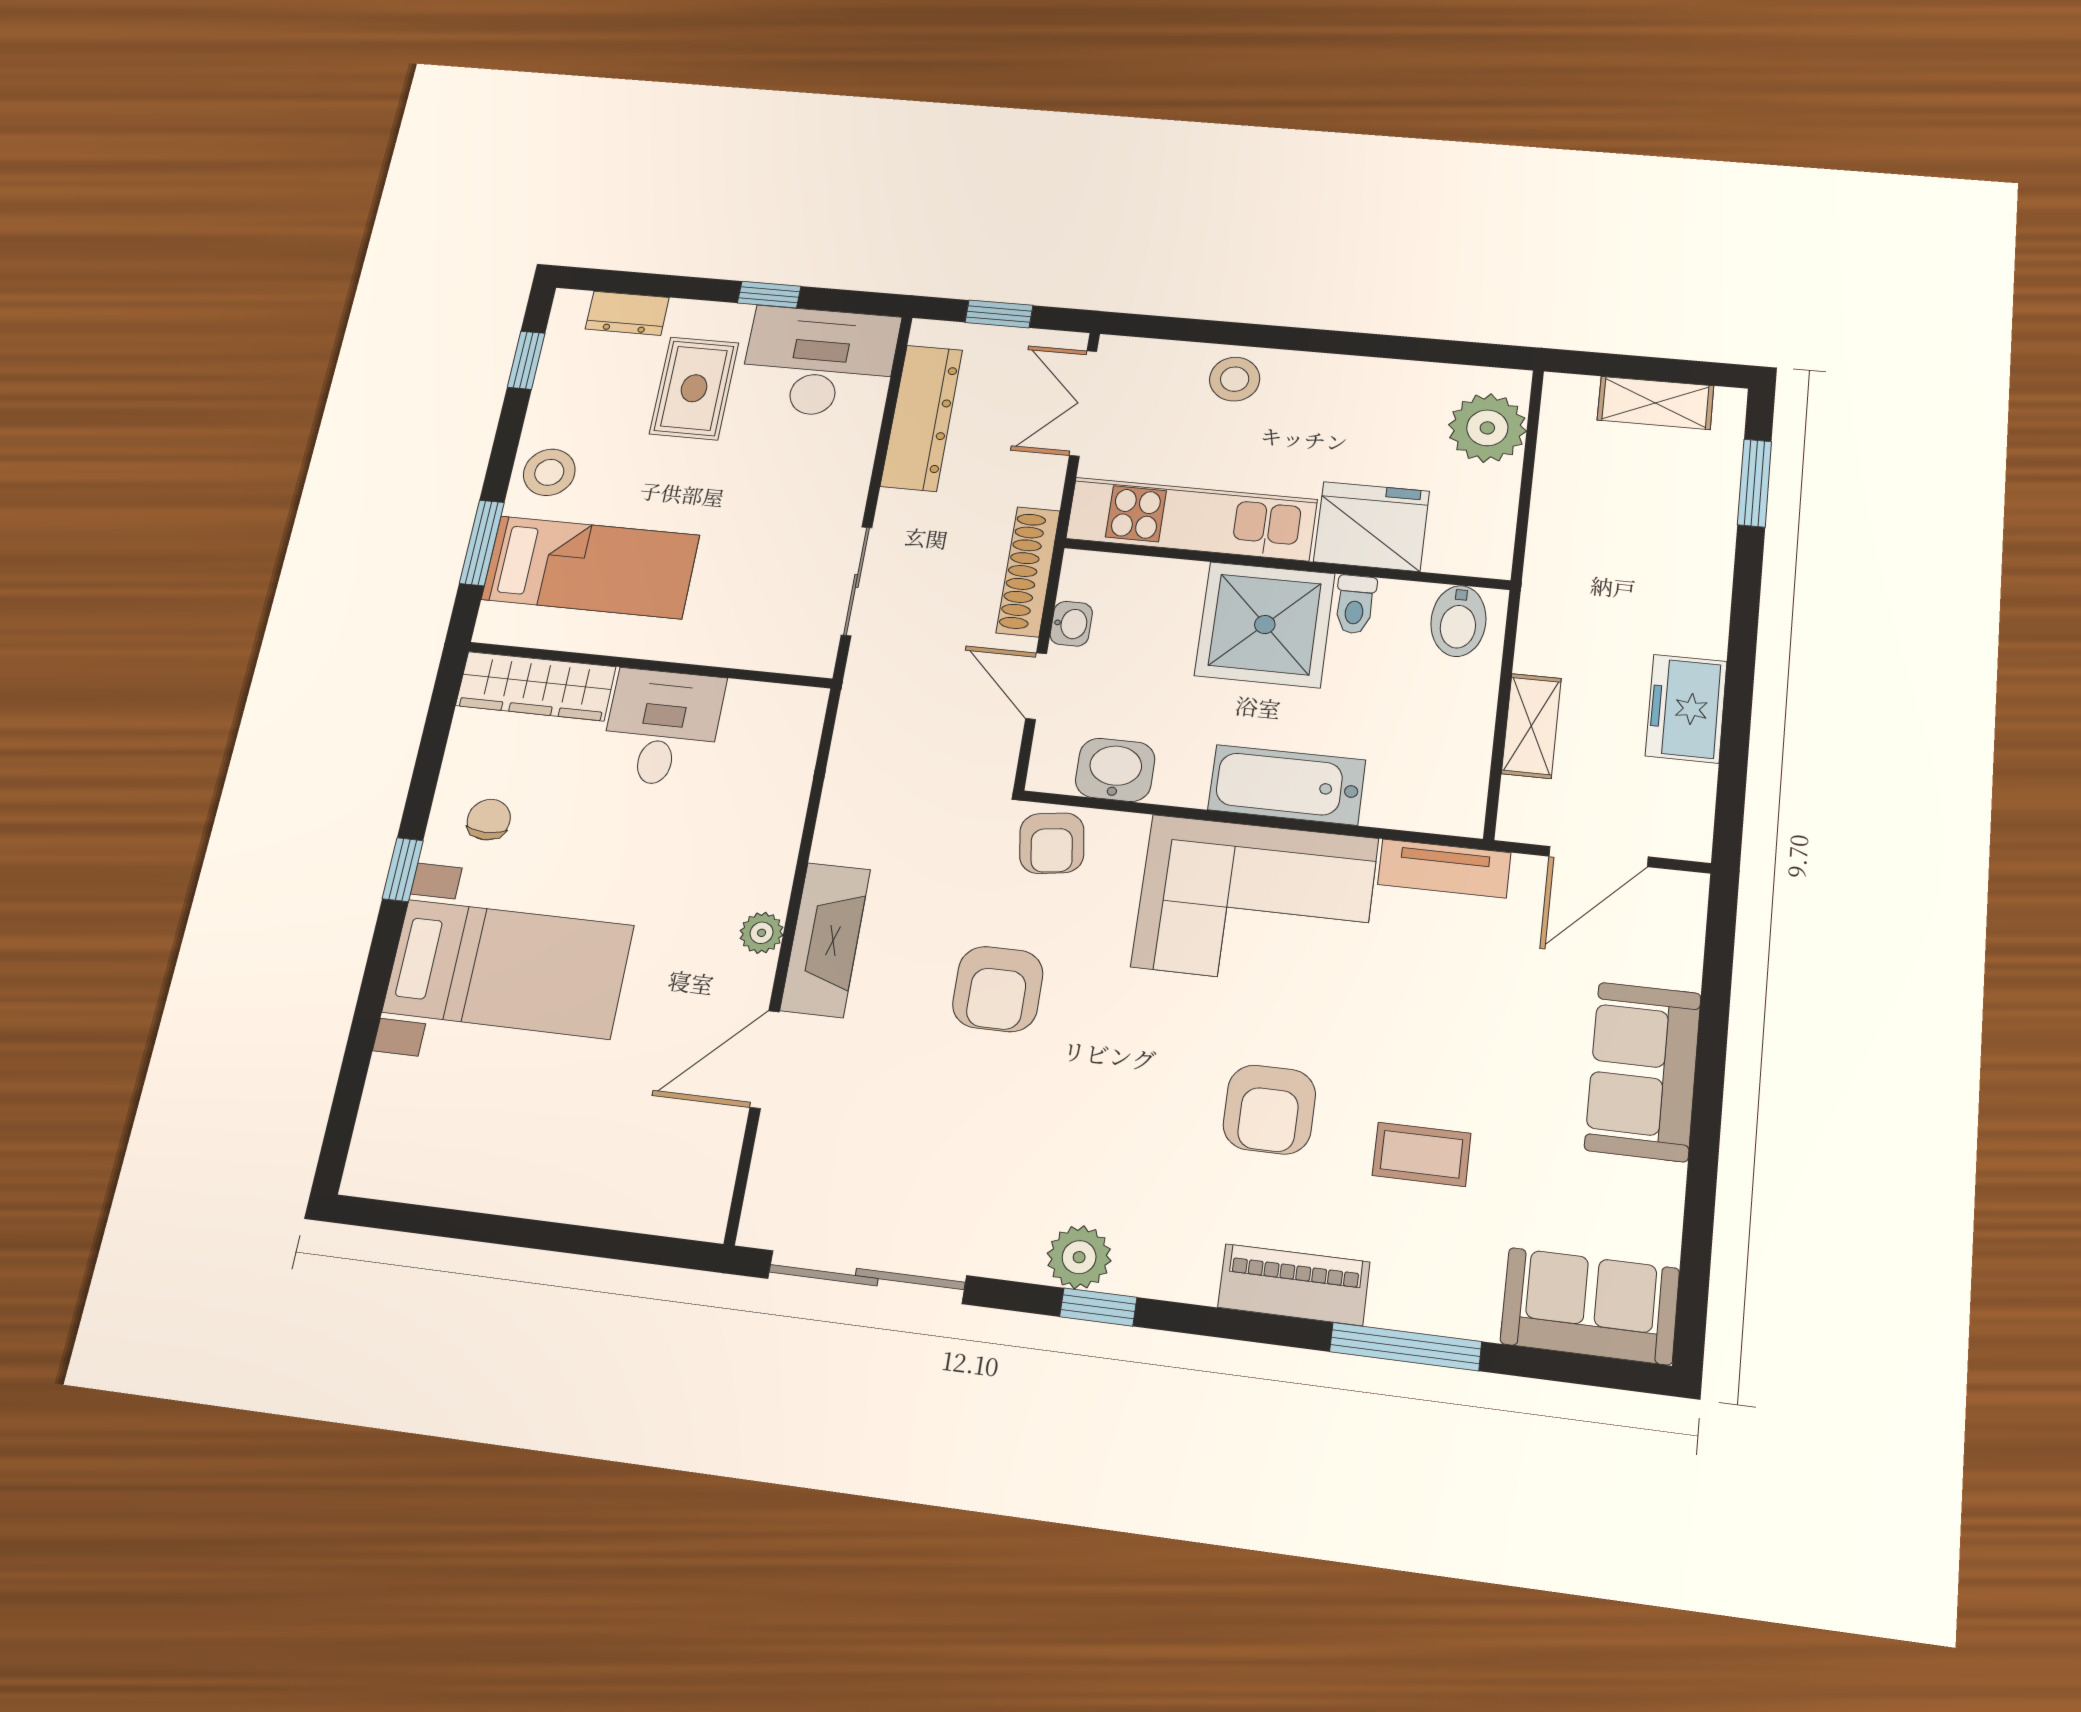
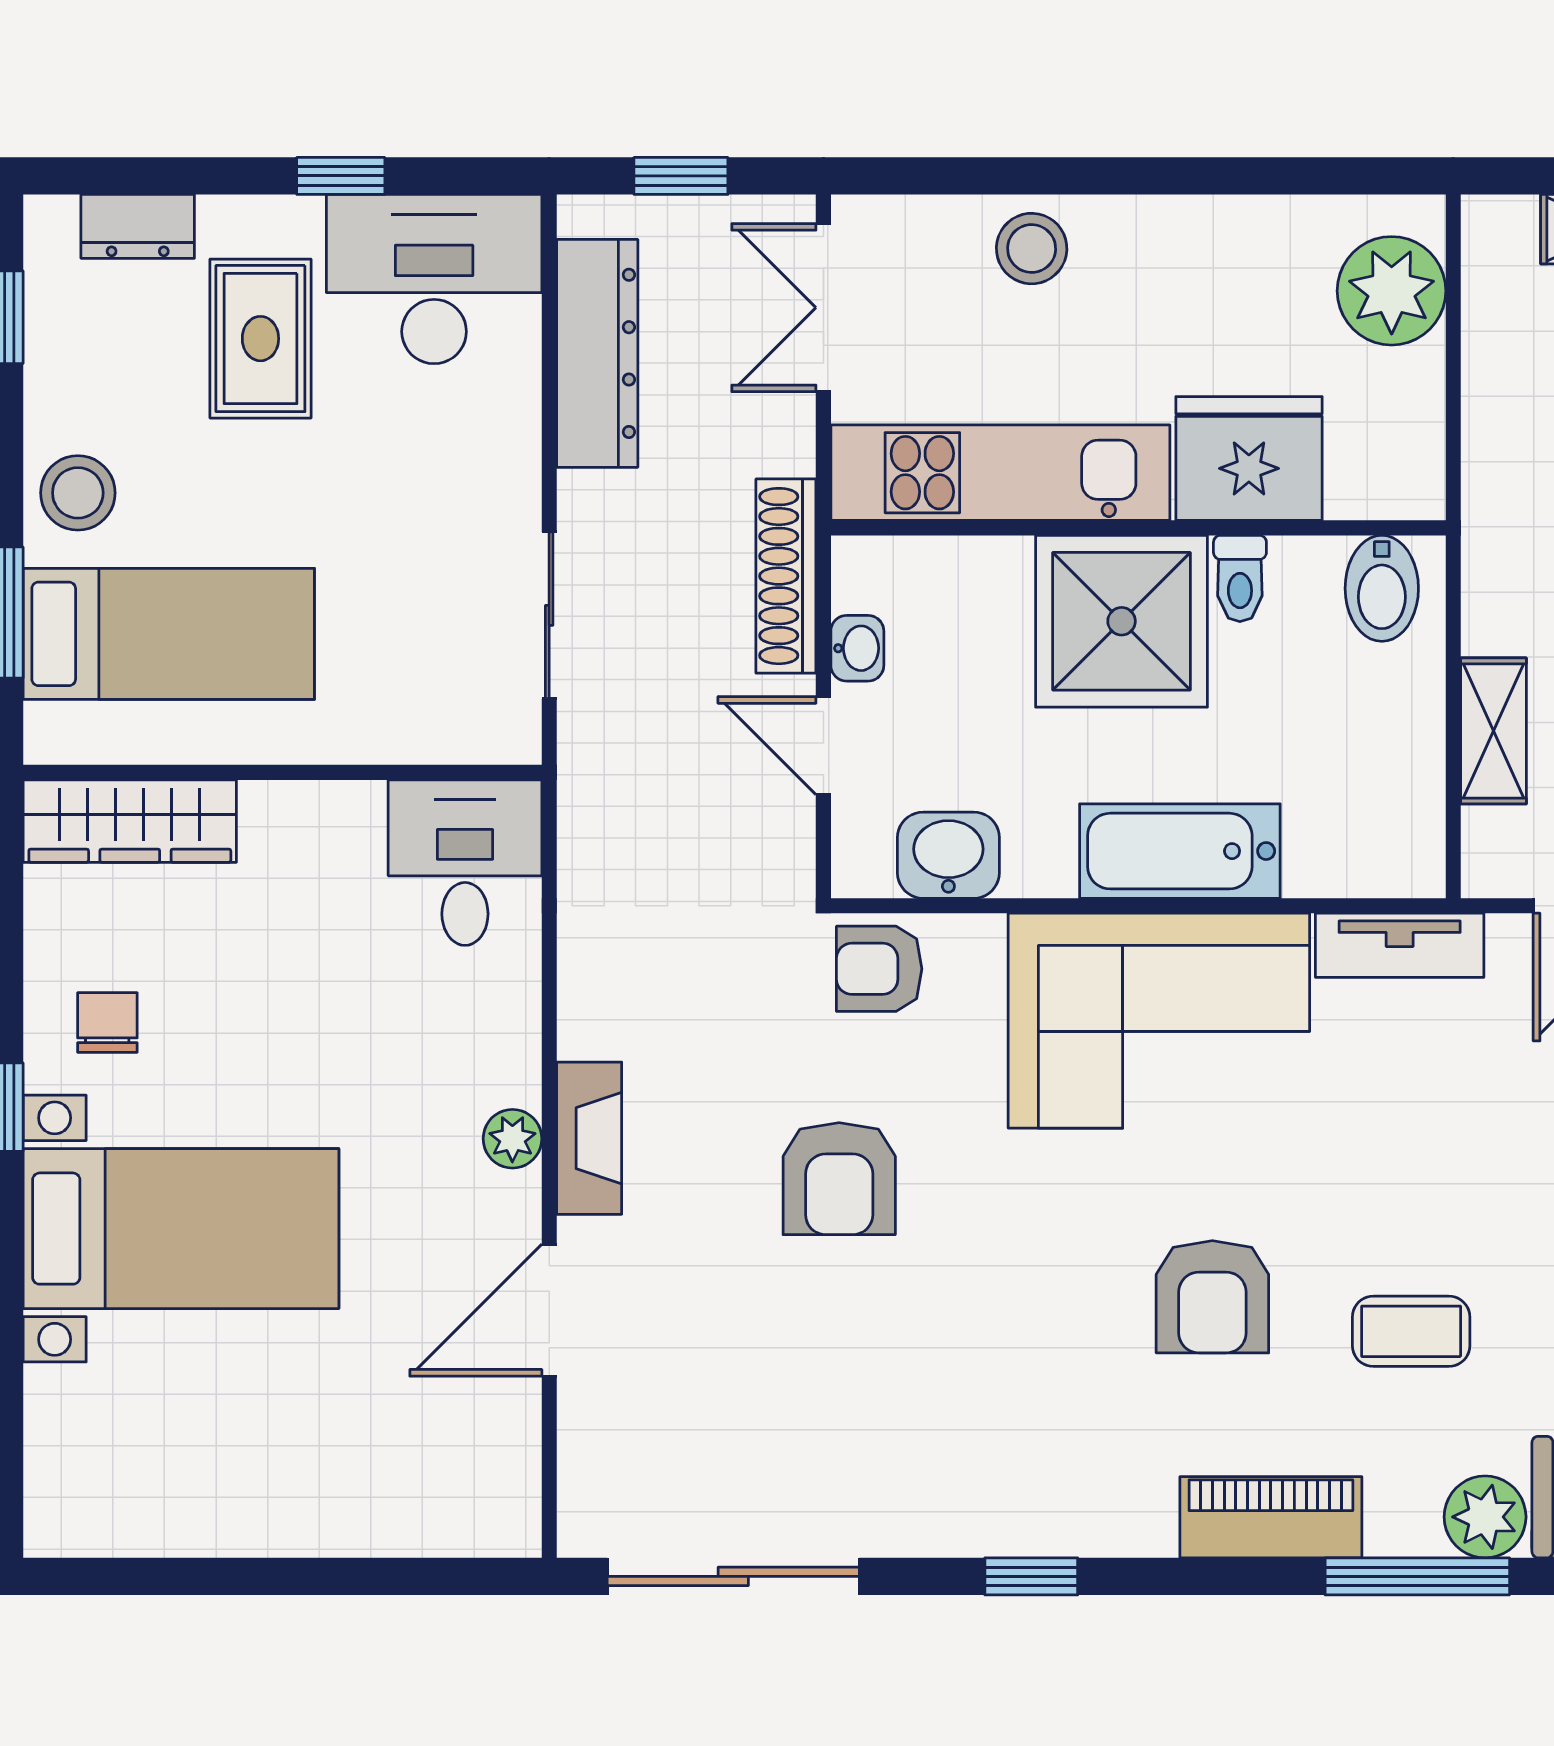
desk: (662, 728) -> (465, 863), moved
armchair: (1052, 843) -> (879, 969), turned 98
fireplace: (825, 940) -> (589, 1138), width x0.73, depth x0.76
plant: (1079, 1257) -> (1485, 1517), moved

